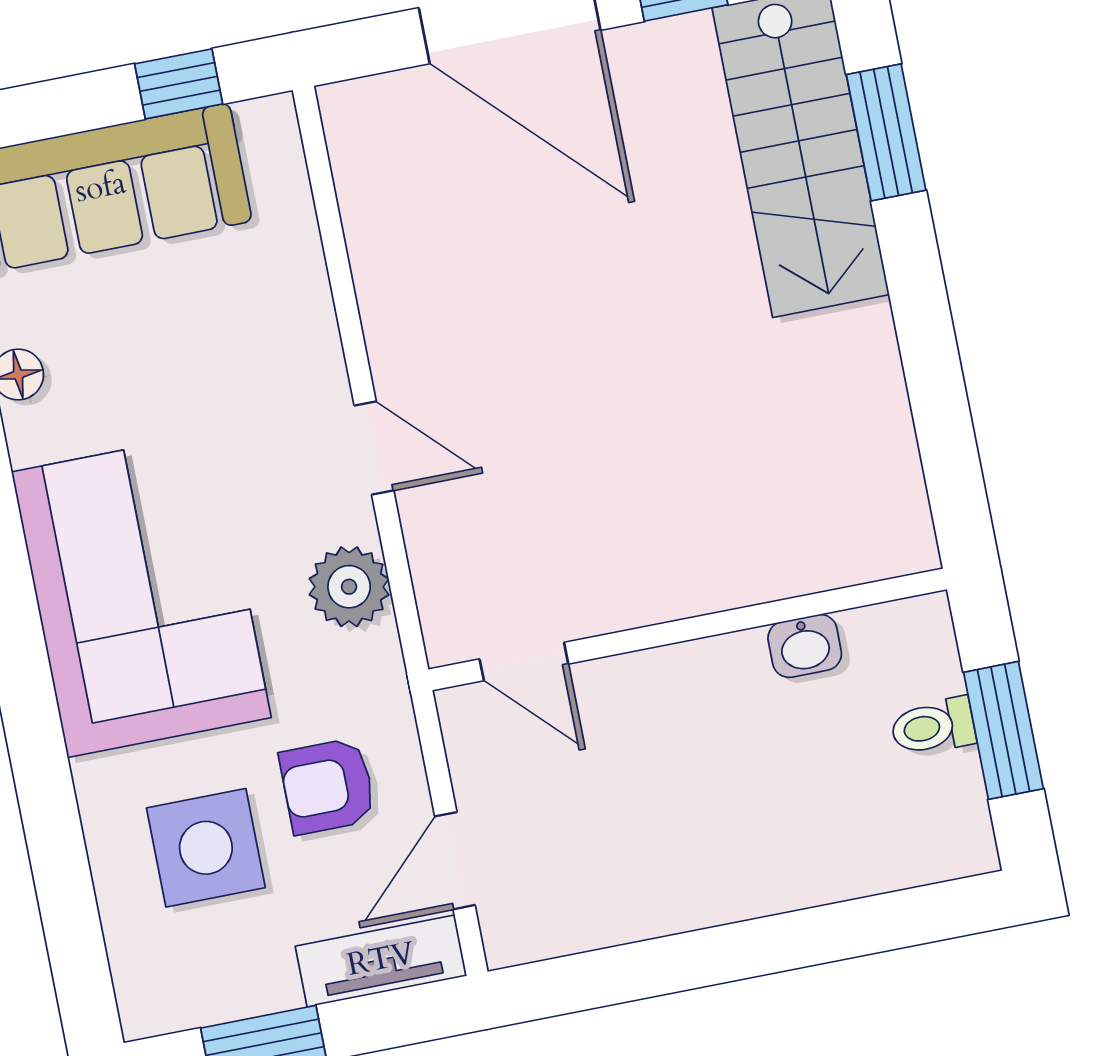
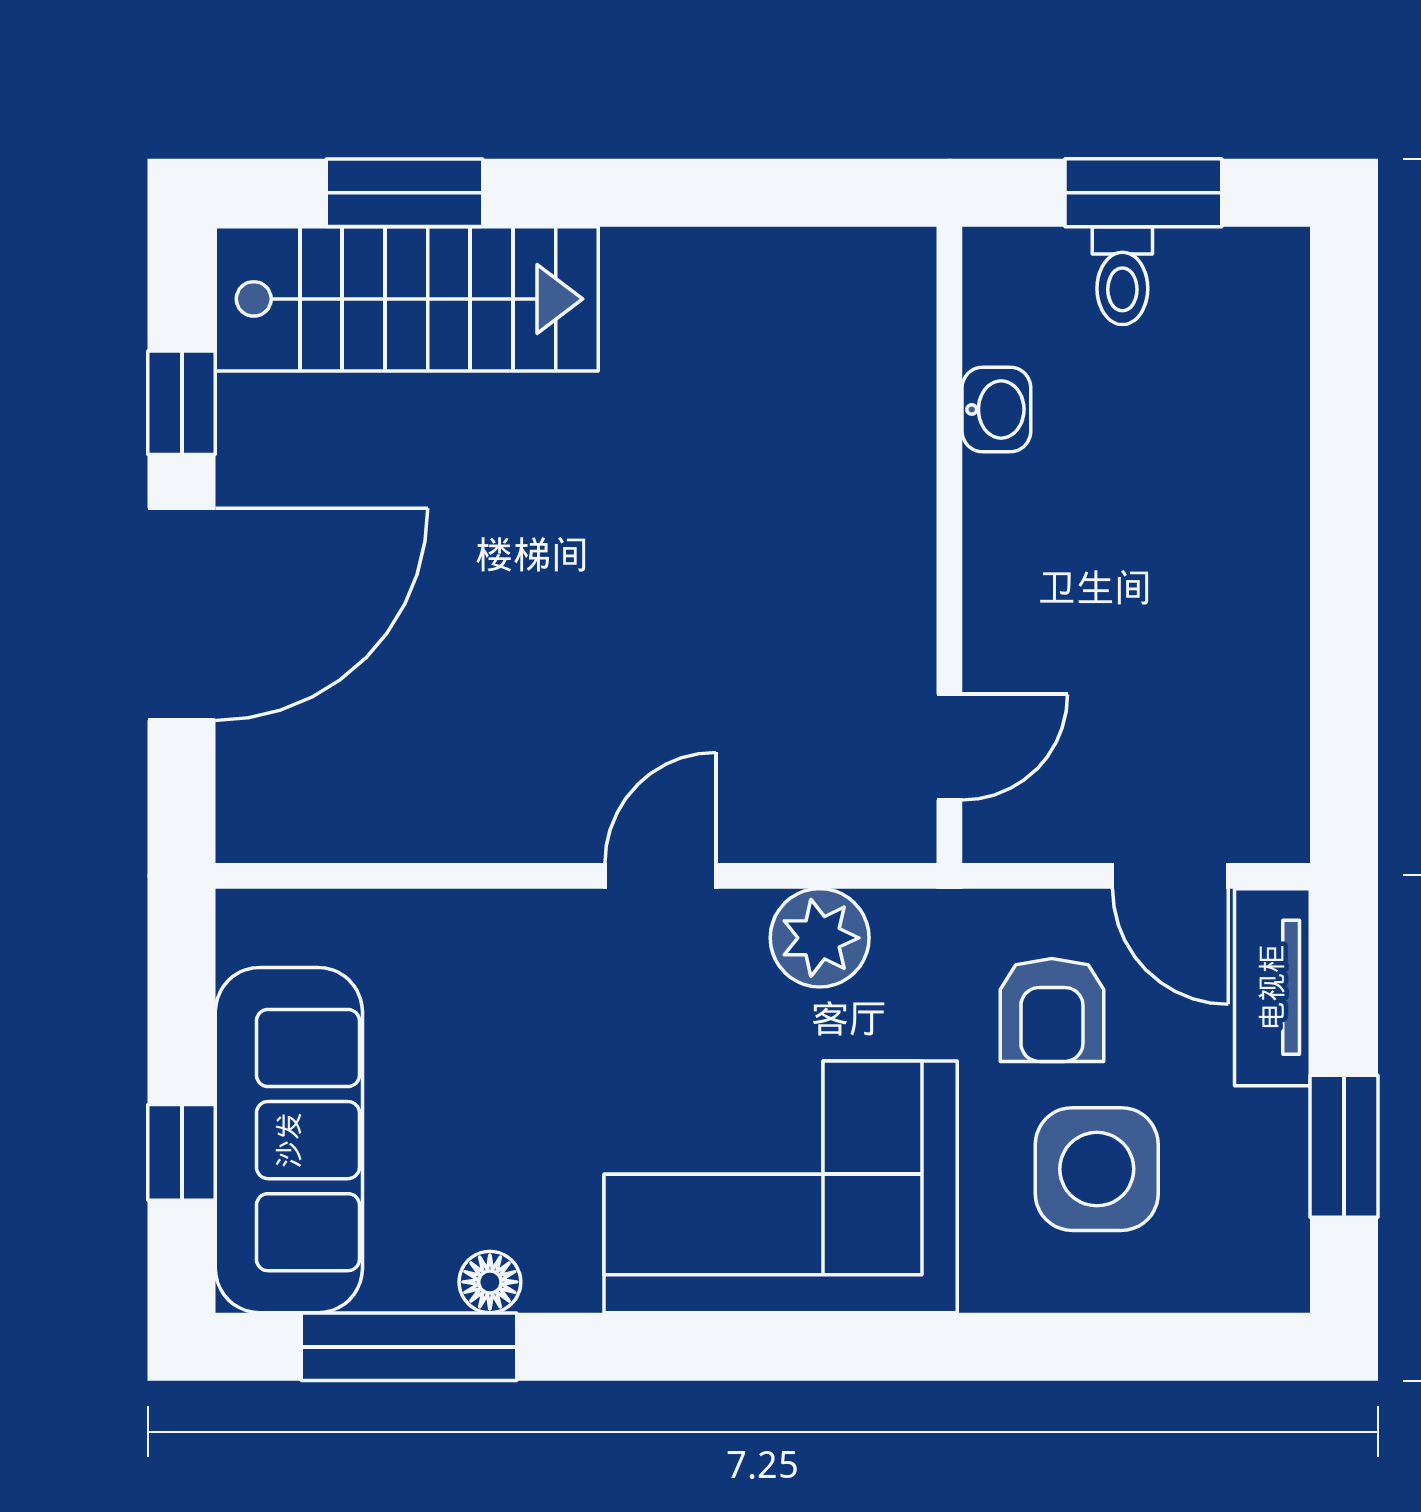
window: (179, 84) -> (182, 1152), moved

